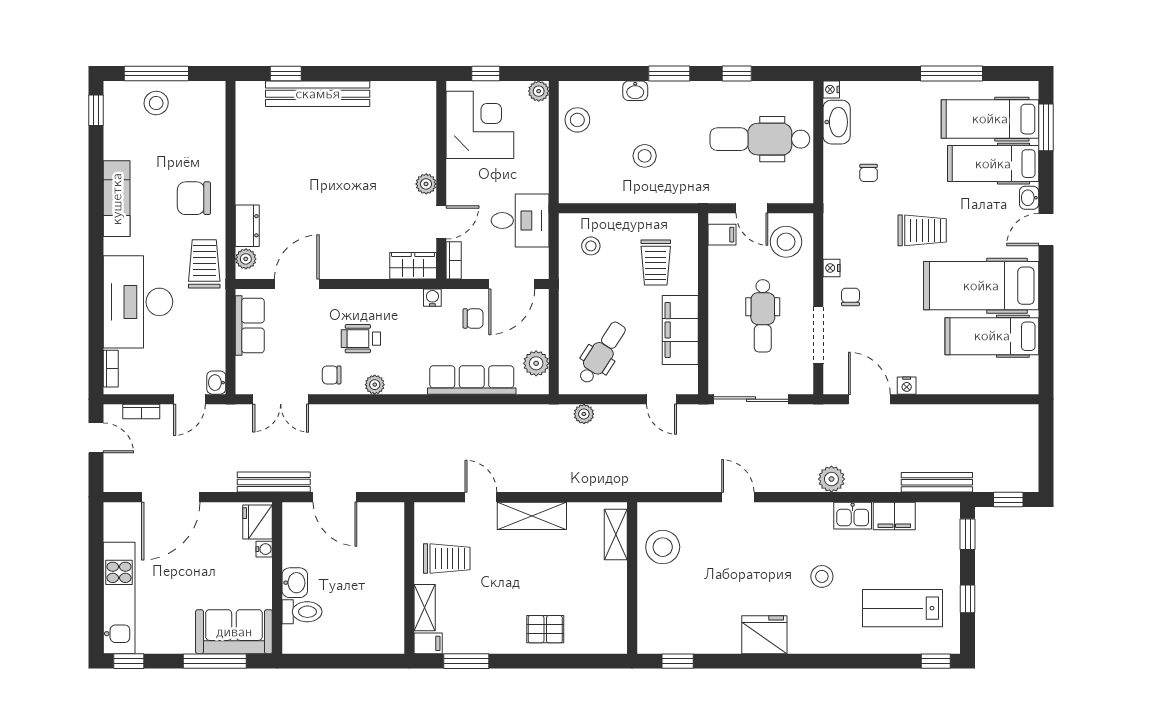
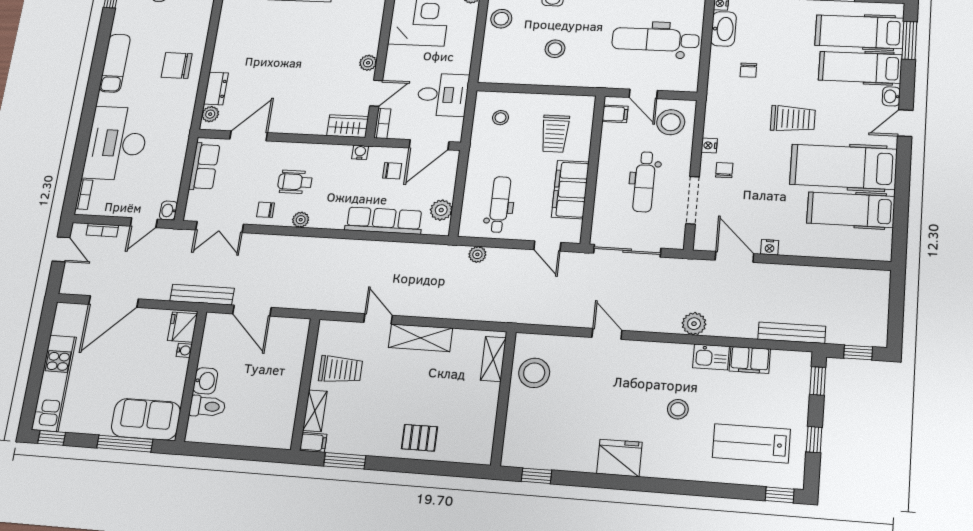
trolley: (204, 264) -> (176, 116), removed
dental chair: (602, 353) -> (500, 204), turned -33

